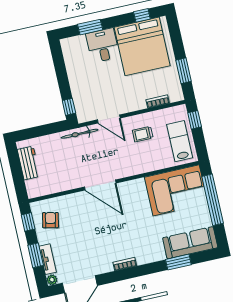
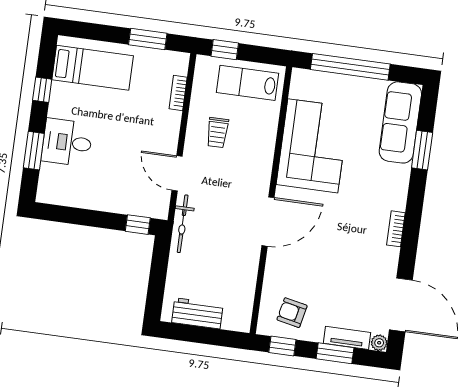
window: (142, 15) -> (42, 90), moved
bed: (142, 46) -> (93, 68), width x0.49
door: (109, 119) -> (177, 173), swing flipped
corner sofa: (176, 190) -> (313, 146), moved

